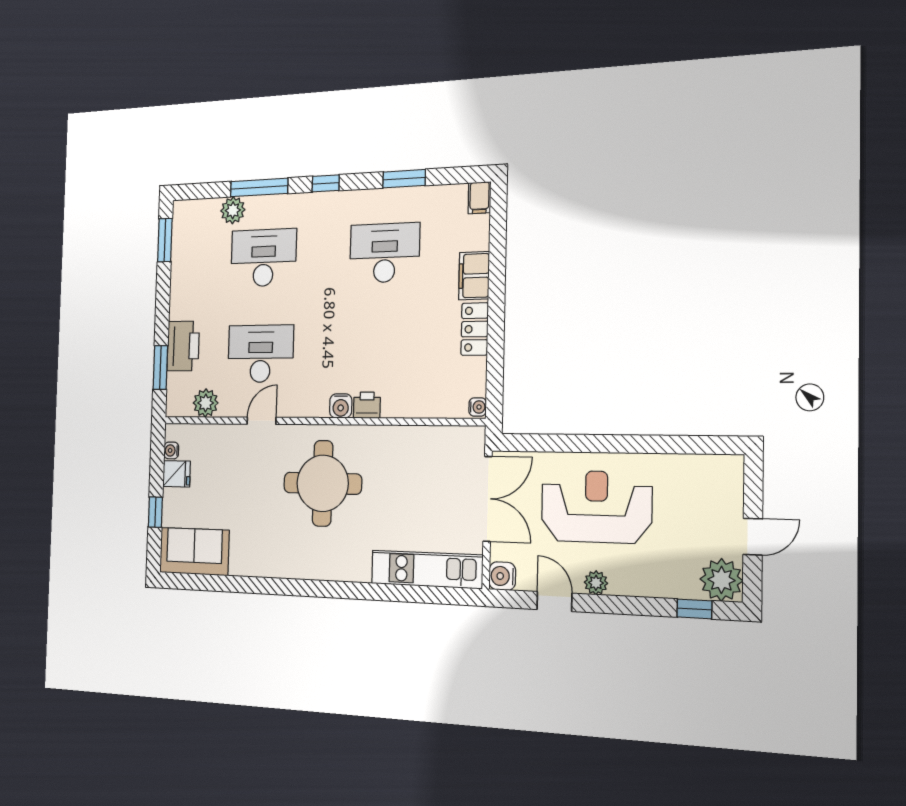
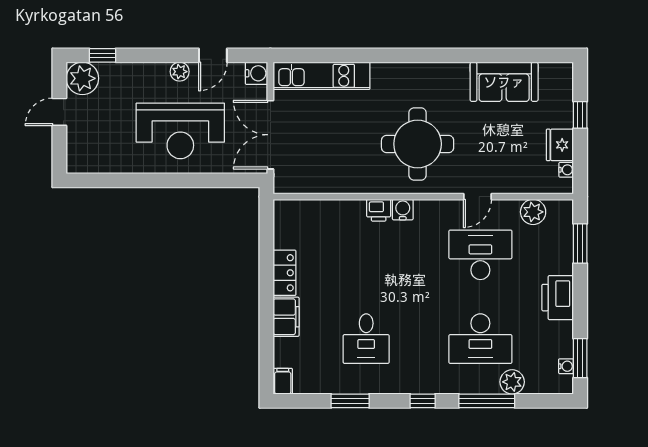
desk: (385, 253) -> (366, 339), width x0.73
printer: (183, 346) -> (558, 298), moved
desk: (260, 354) -> (480, 255), turned 180
water cooler: (478, 407) -> (566, 366), moved, turned 180
fridge: (177, 474) -> (560, 145), width x1.38
sofa: (194, 551) -> (504, 82), moved
door: (554, 601) -> (213, 55), hinge flipped

